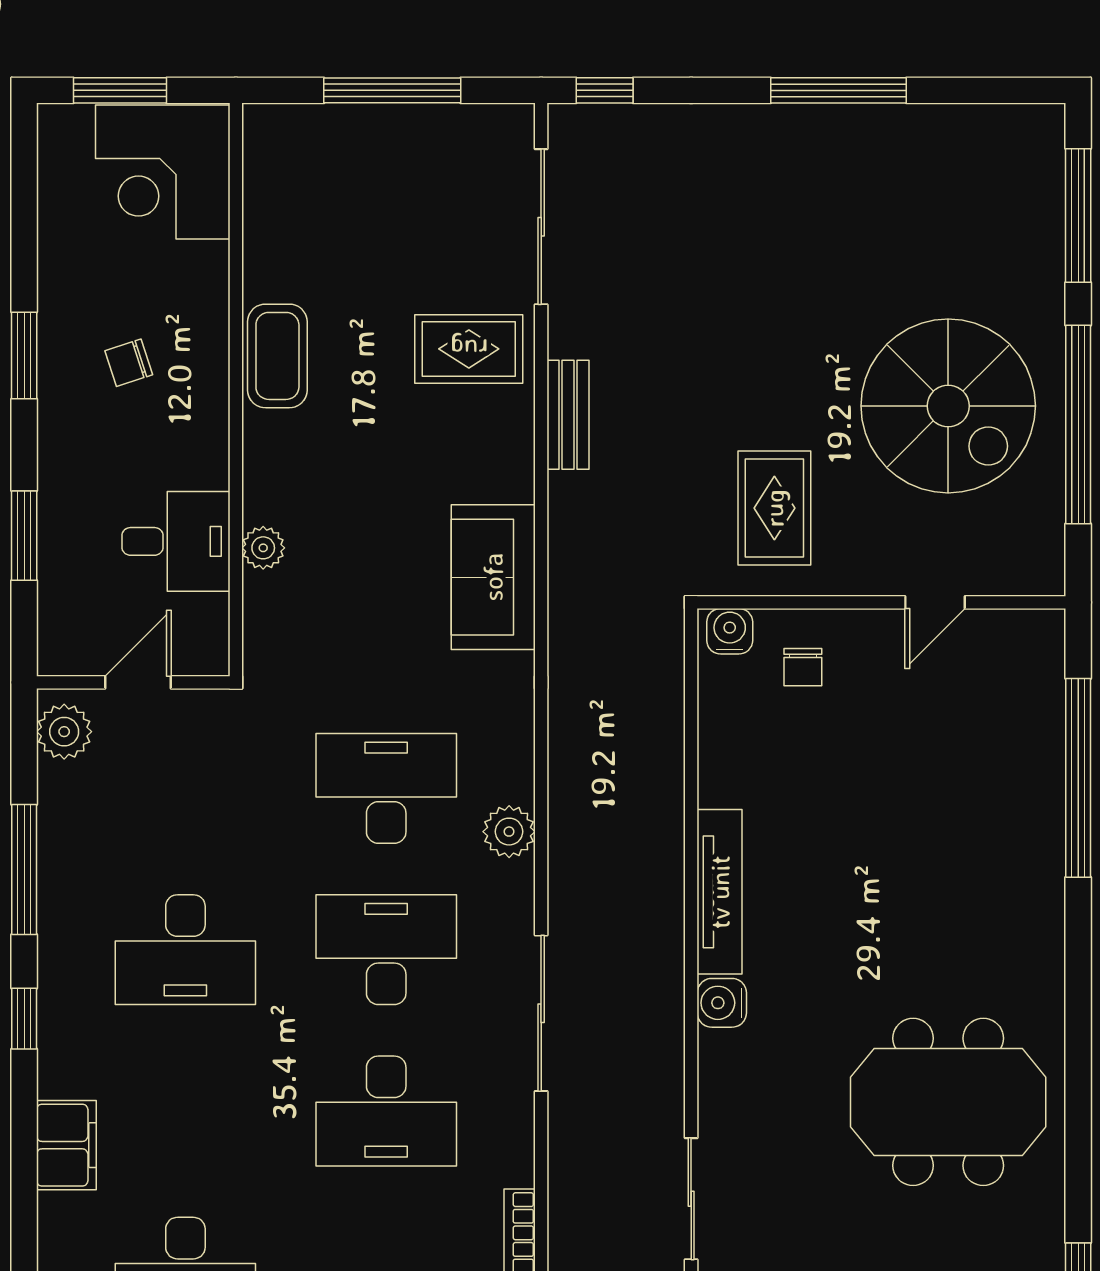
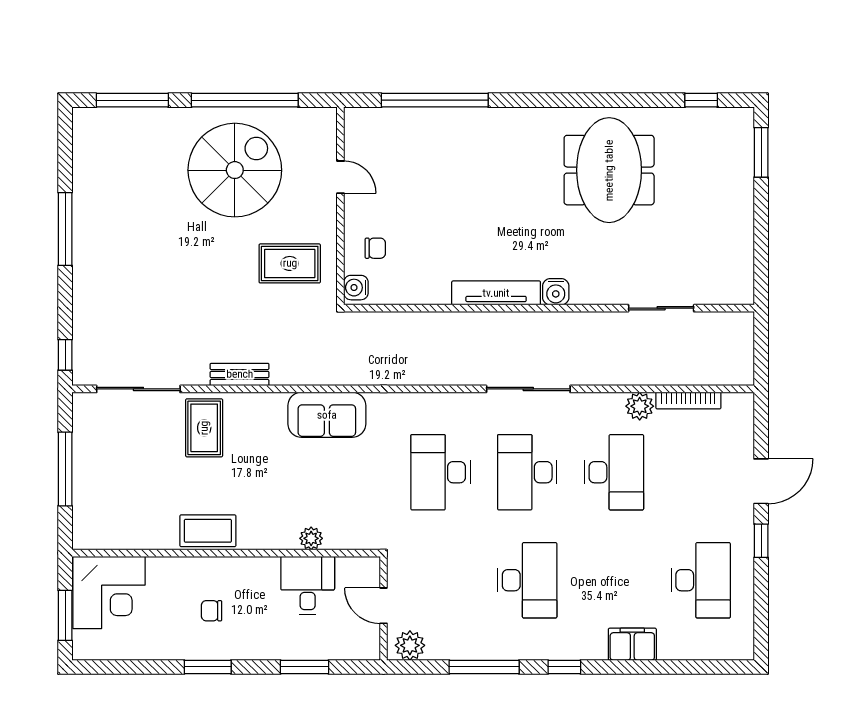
chair: (129, 363) -> (212, 611), turned 108
plant: (509, 832) -> (640, 406), moved
sliding door: (541, 1013) -> (528, 389), moved

